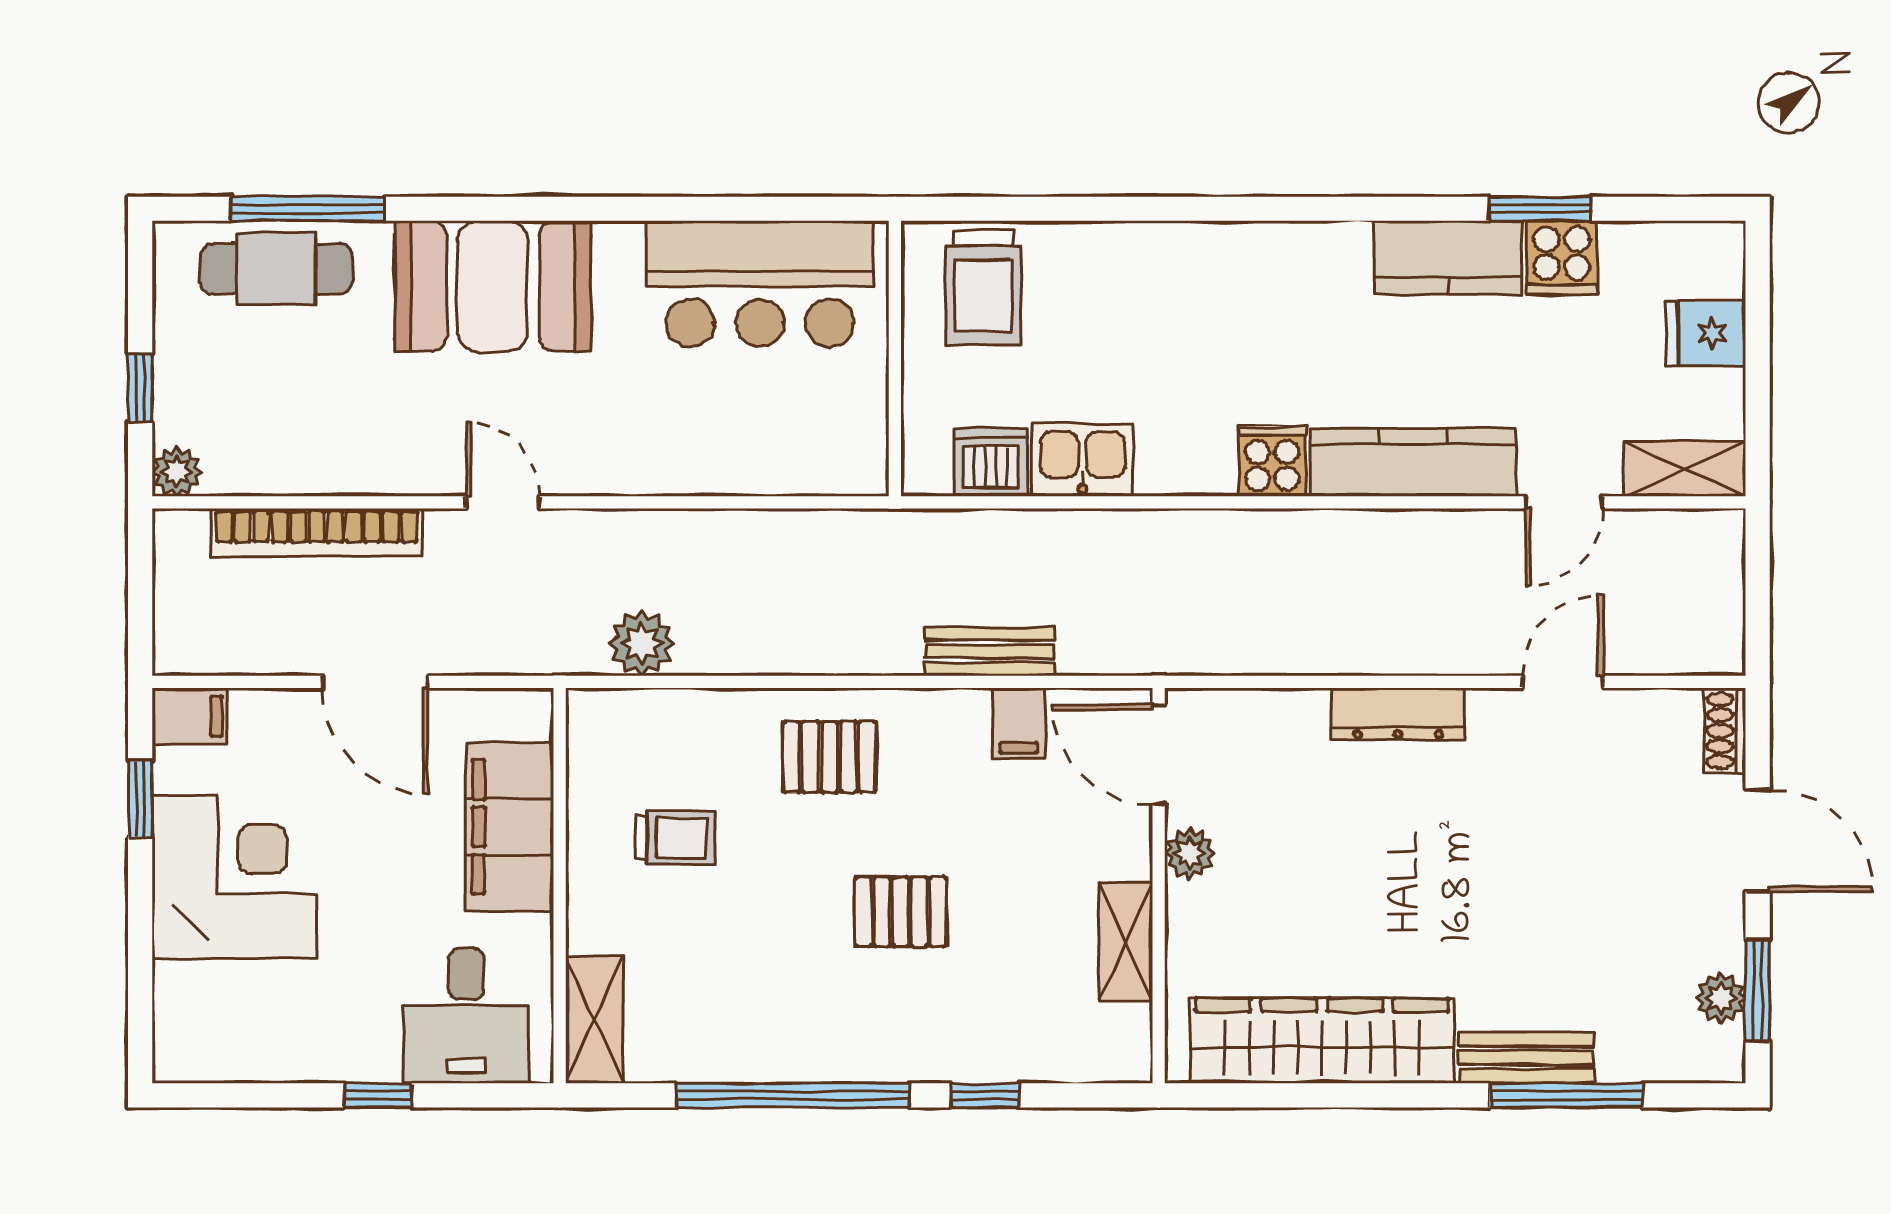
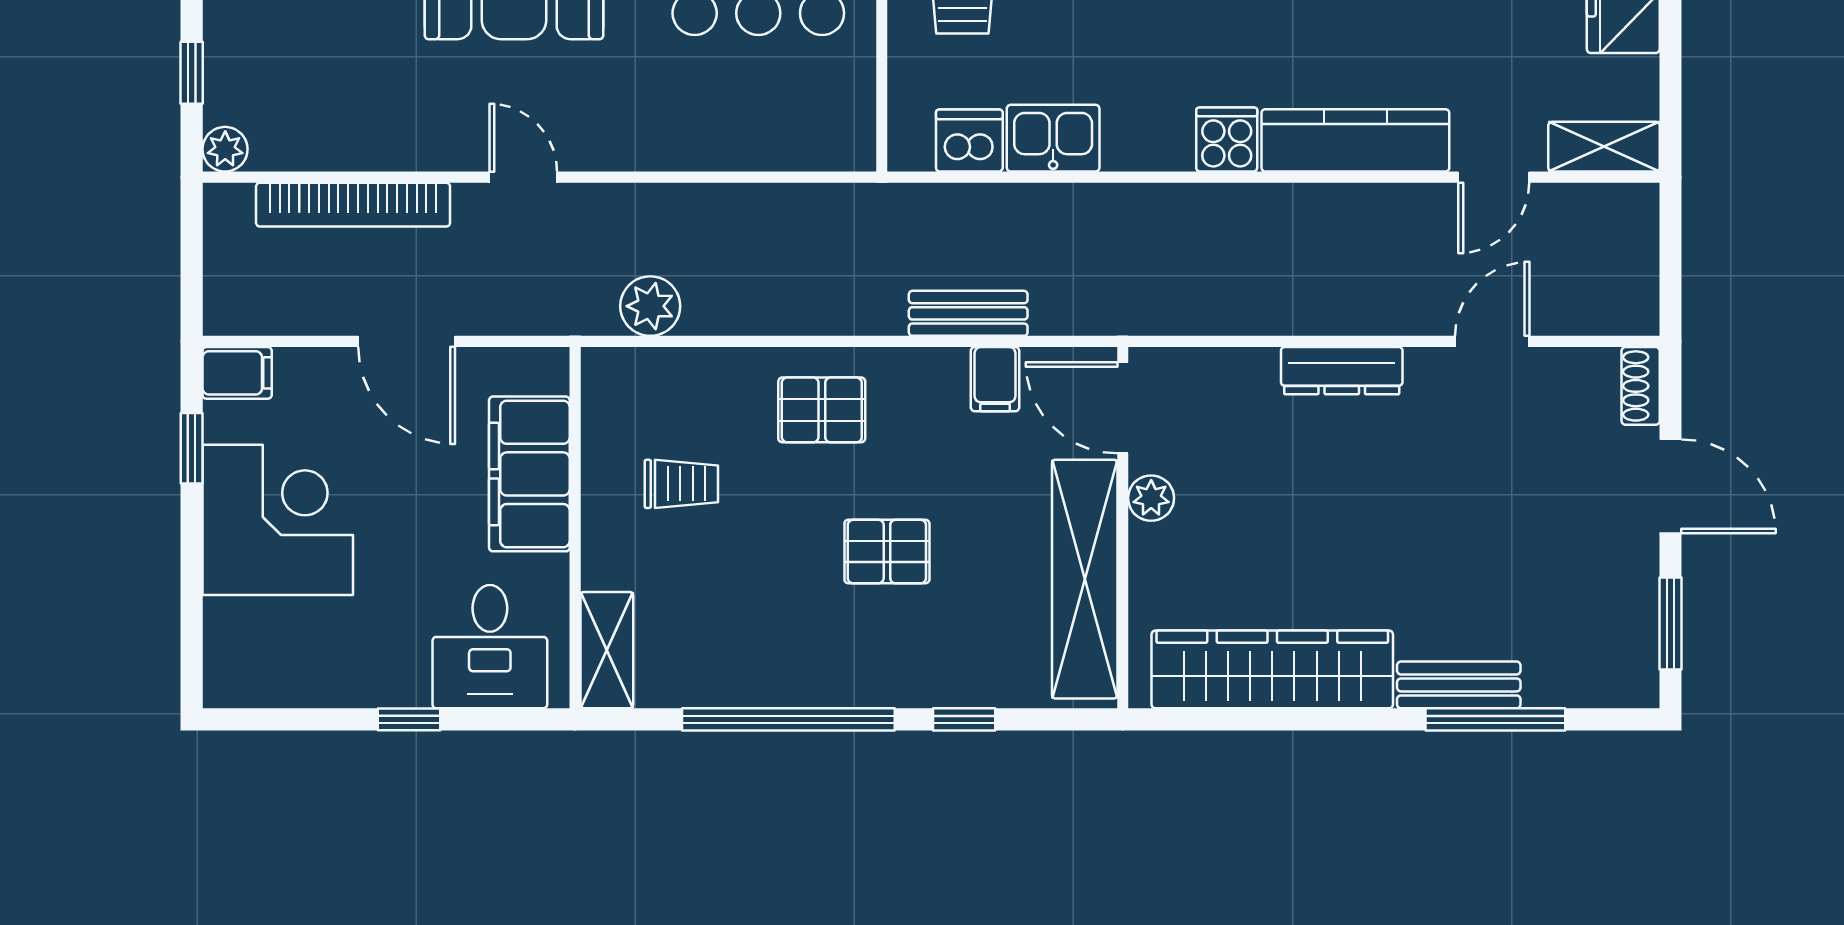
shelving: (1126, 942) -> (1085, 579), width x2.20, depth x1.33
plant: (1721, 998) -> (1637, 631), removed

